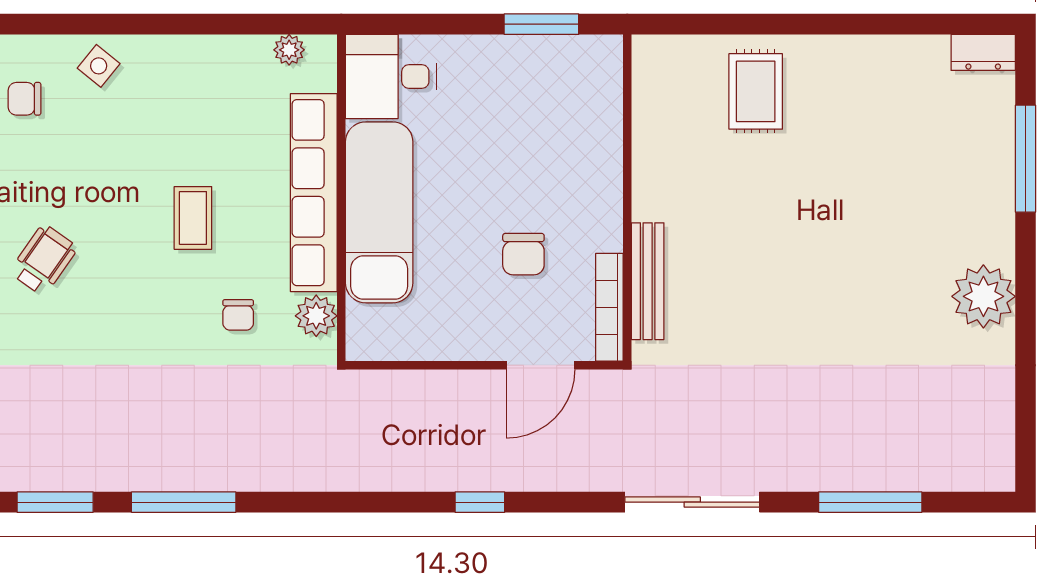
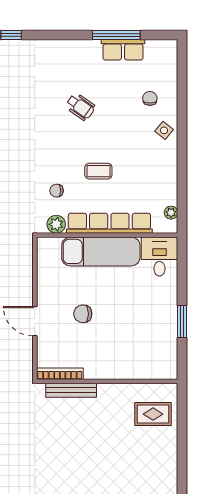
wall: (627, 198) -> (107, 381), moved
bench: (648, 281) -> (71, 390), moved
bookcase: (609, 307) -> (60, 374), moved

